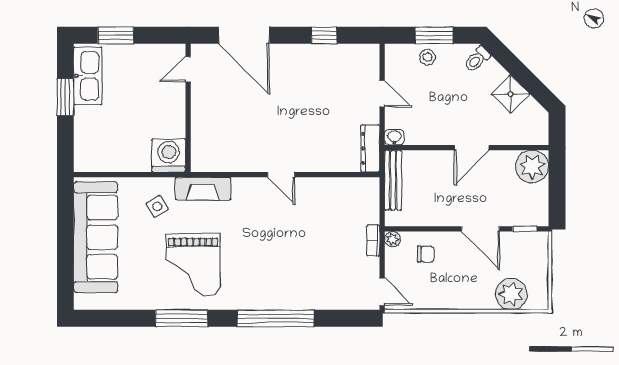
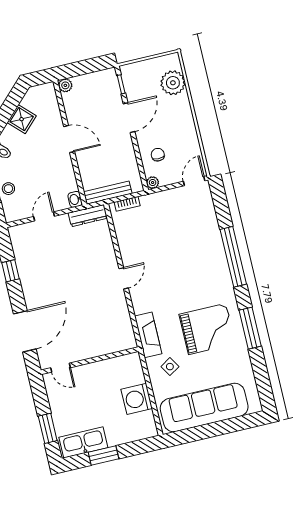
washing machine: (169, 155) -> (137, 399), moved
plant: (532, 166) -> (65, 85), width x0.53, depth x0.53
bookcase: (373, 240) -> (127, 204), moved

